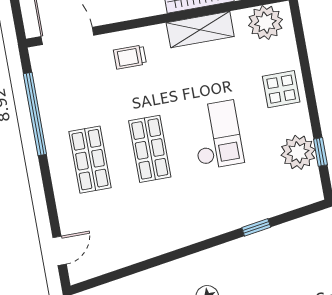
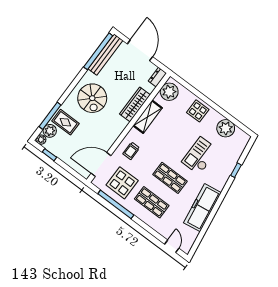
display table: (73, 91) -> (122, 183), added
checkout: (217, 135) -> (200, 156), moved, turned -90
window: (320, 152) -> (234, 120), removed
freezer: (157, 236) -> (202, 208), added

